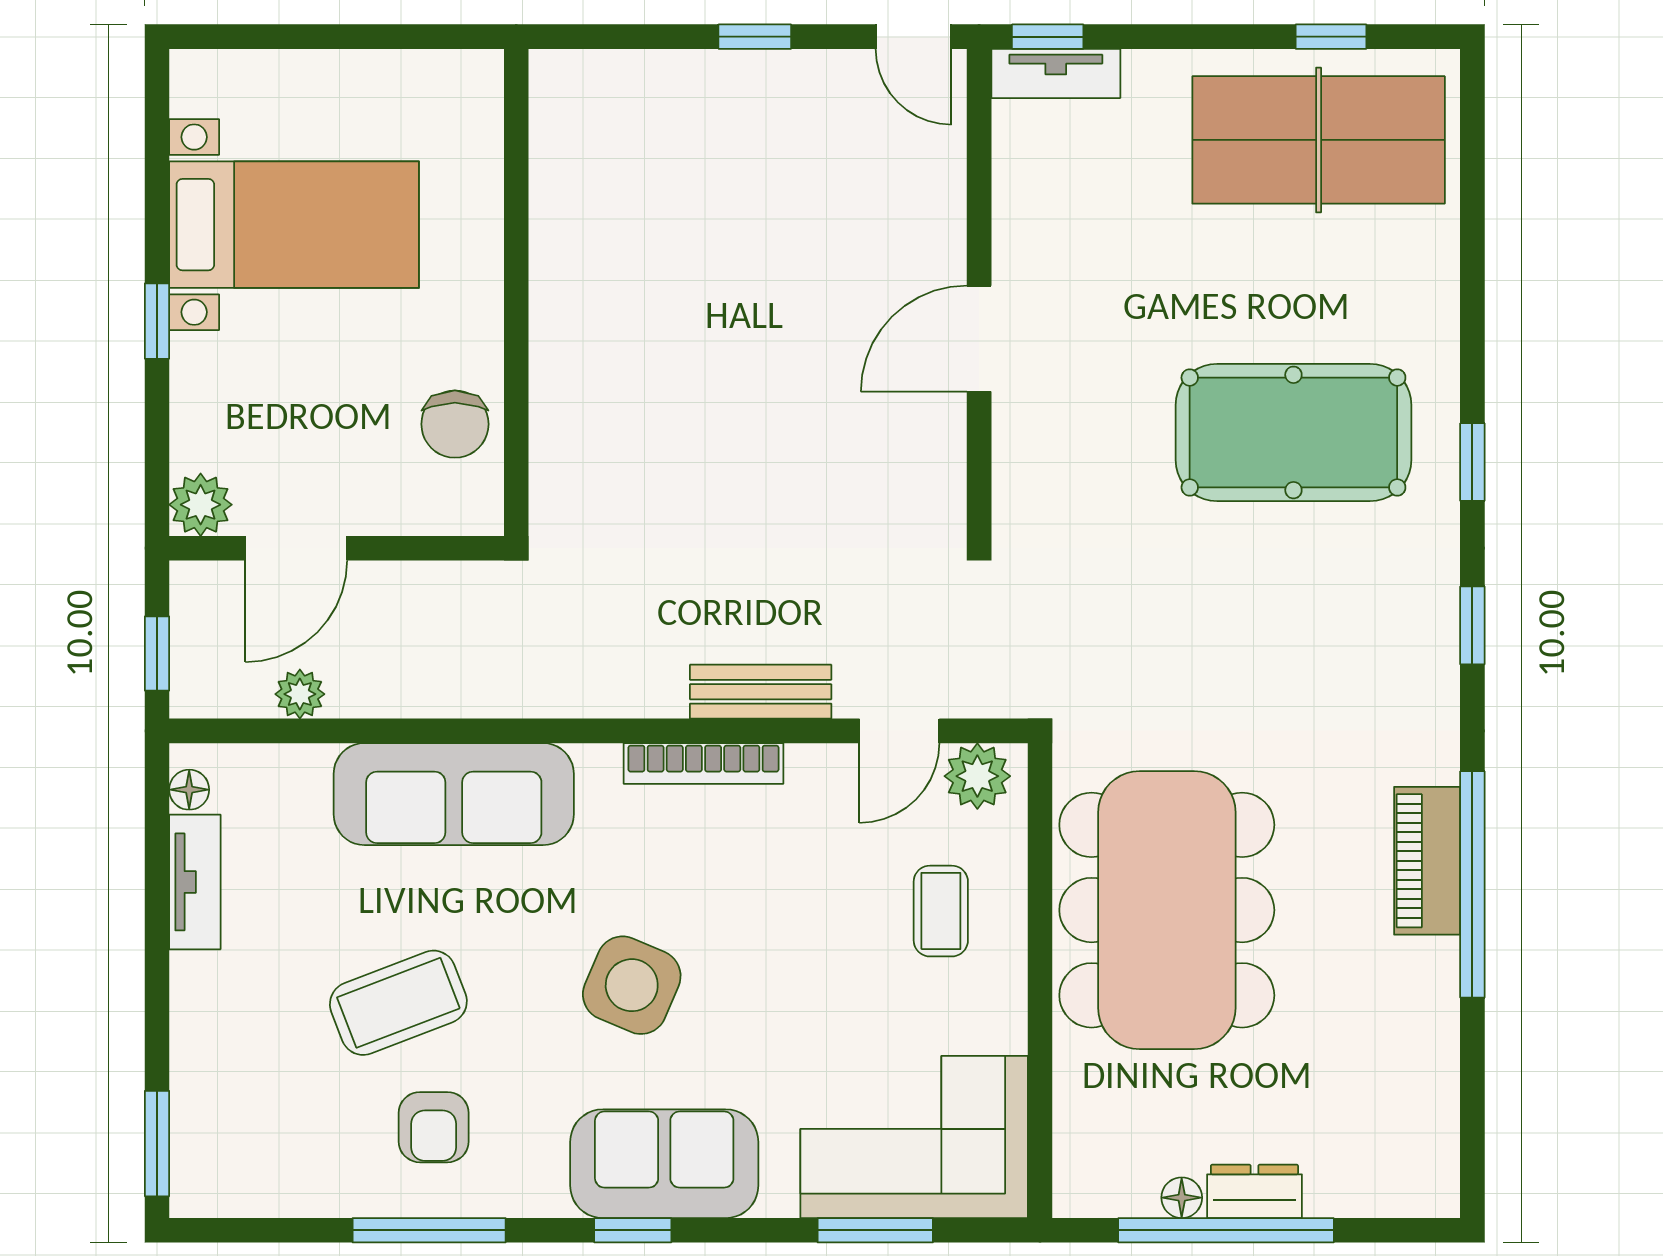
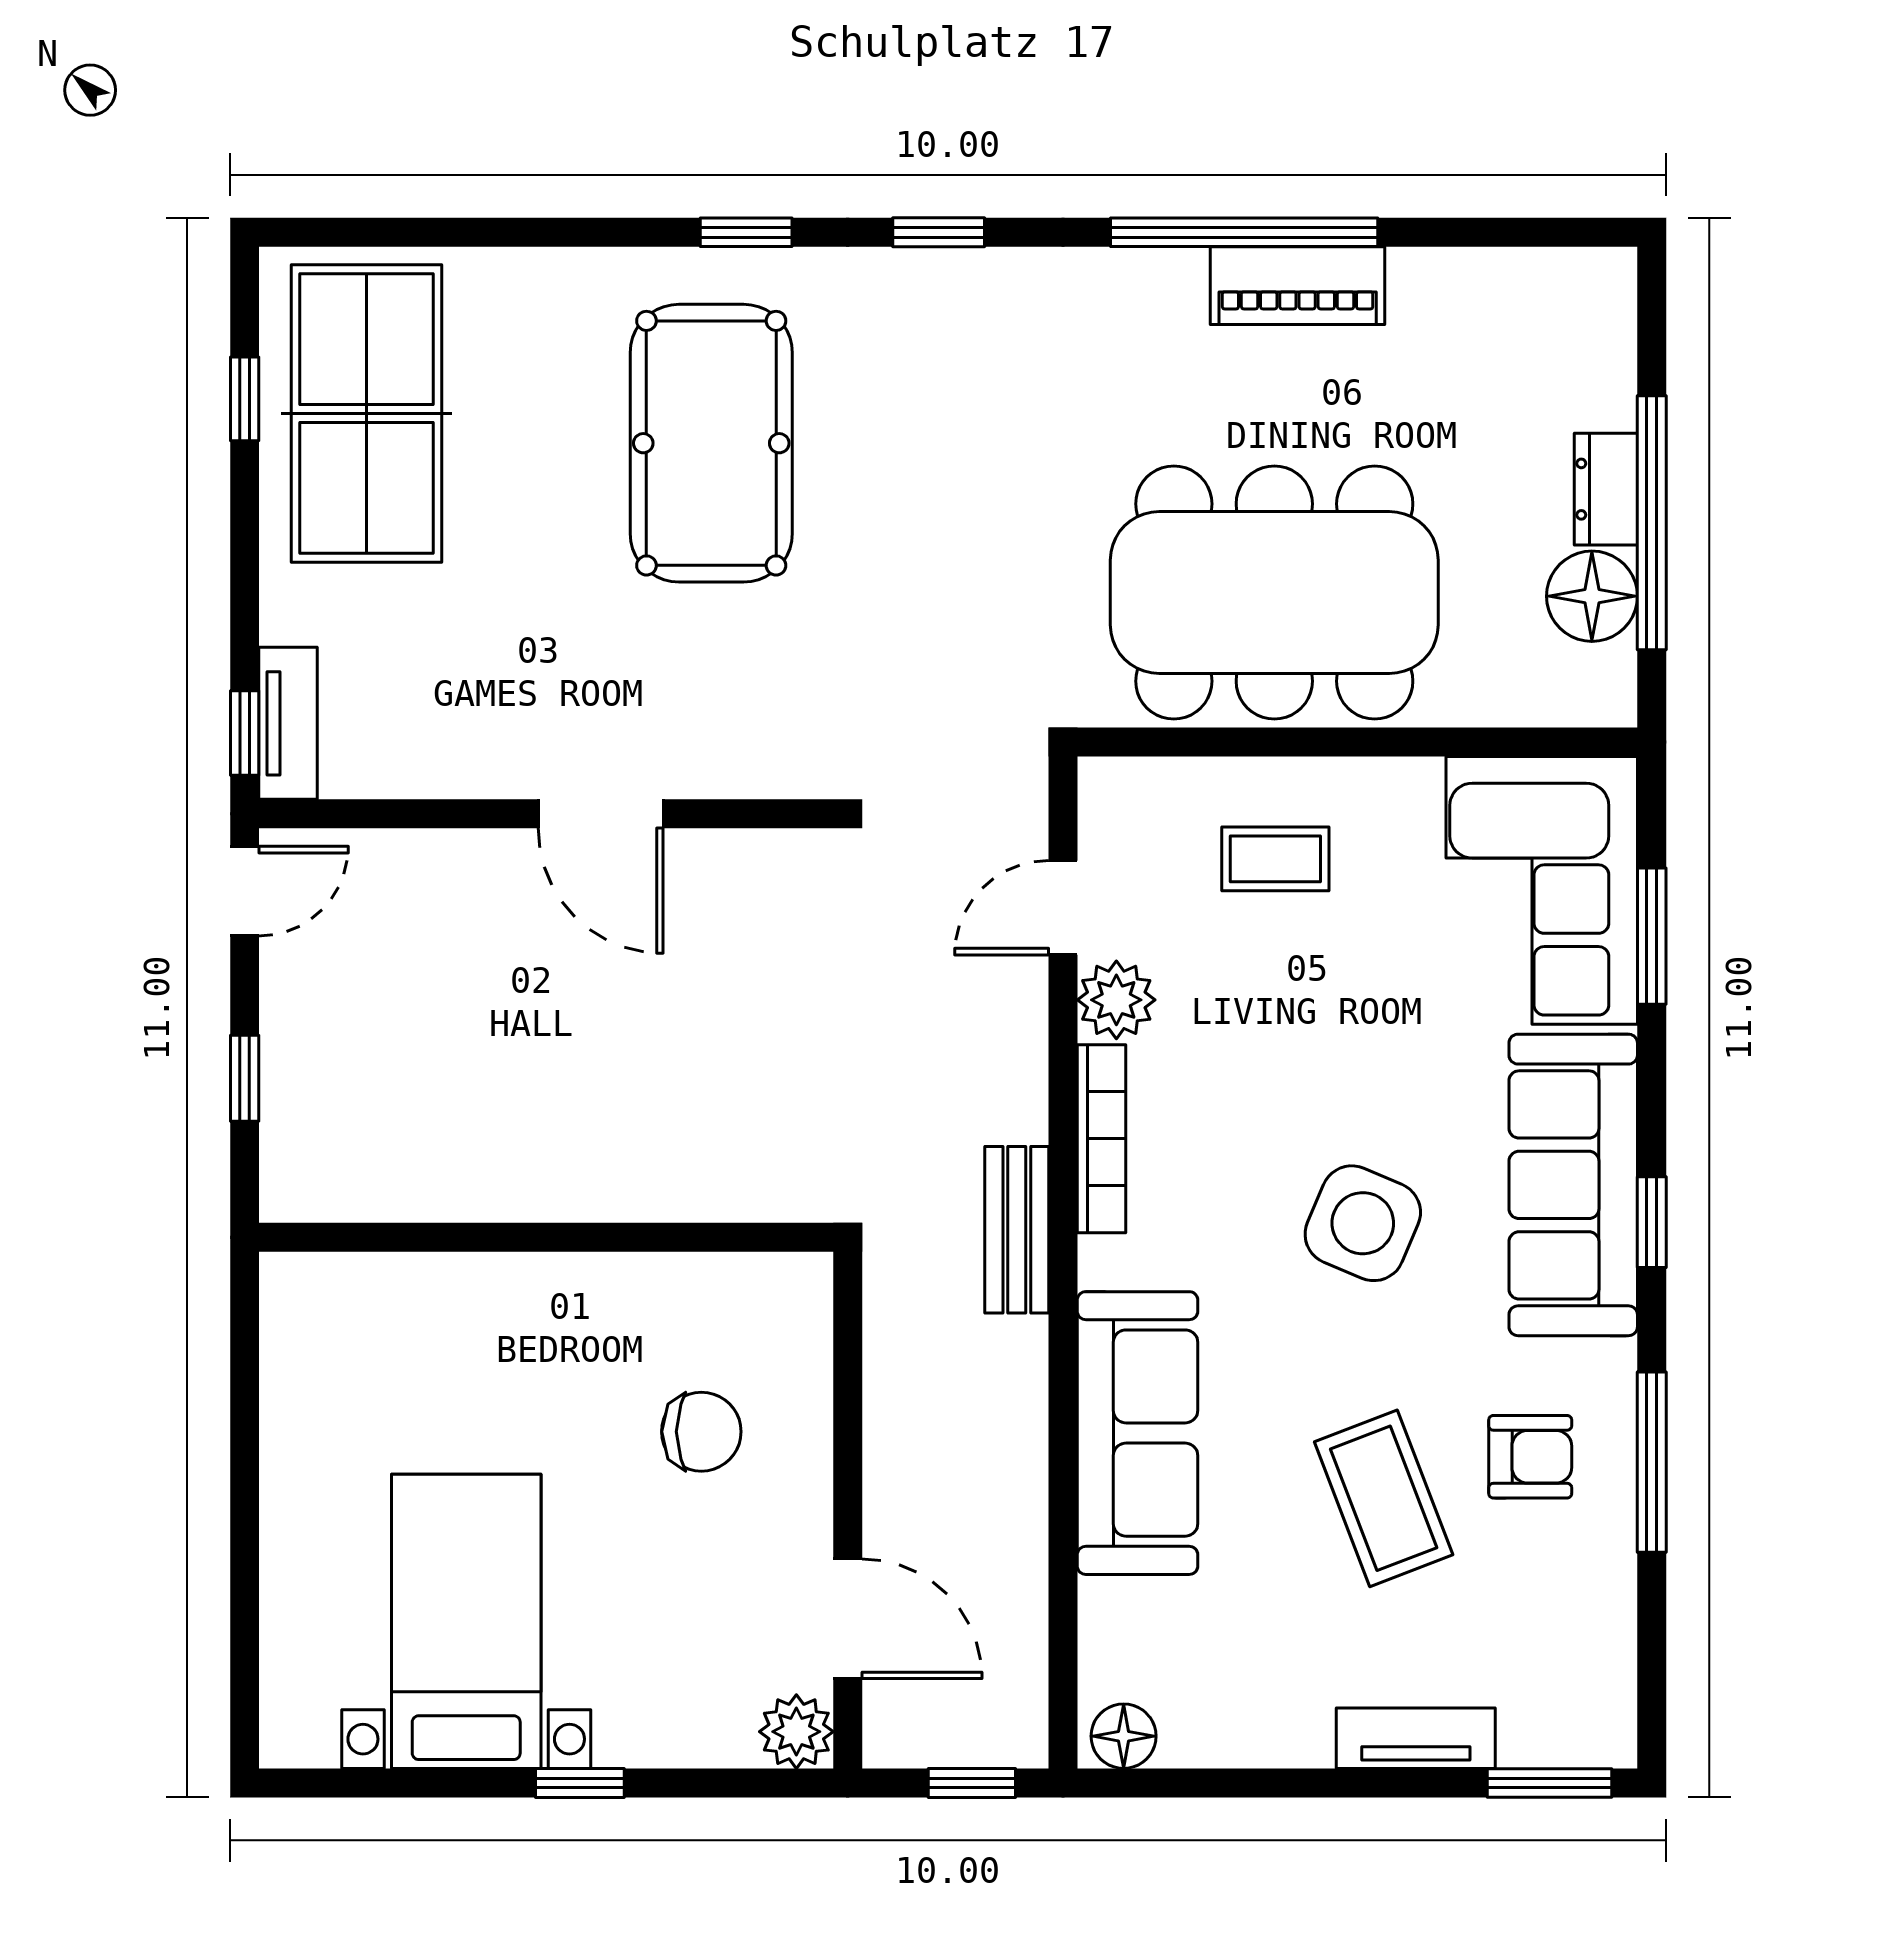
wall: (516, 292) -> (546, 1237), moved
bench: (761, 692) -> (1017, 1230), moved
plant: (300, 694) -> (1020, 1614), removed
door: (899, 731) -> (1063, 908), swing flipped
plant: (977, 776) -> (1116, 1000), moved
floor lamp: (189, 790) -> (1124, 1736), width x1.37, depth x1.37
piano: (1427, 861) -> (1298, 286), moved
tv unit: (195, 882) -> (1416, 1738), moved
sofa: (664, 1164) -> (1573, 1185), width x1.36
floor lamp: (1182, 1198) -> (1592, 596), width x1.89, depth x1.89

